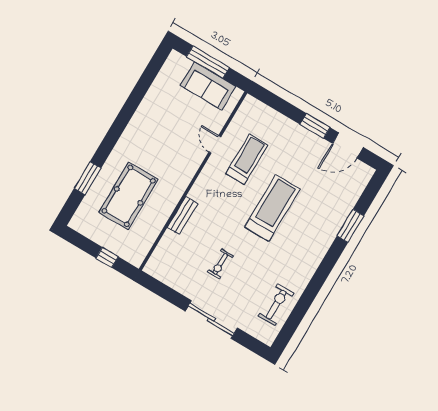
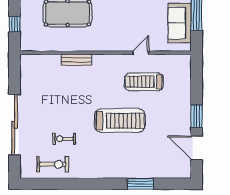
treadmill: (247, 159) -> (144, 82), turned 180
exercise bike: (220, 264) -> (64, 139), moved
sliding door: (211, 320) -> (15, 125), width x1.36

